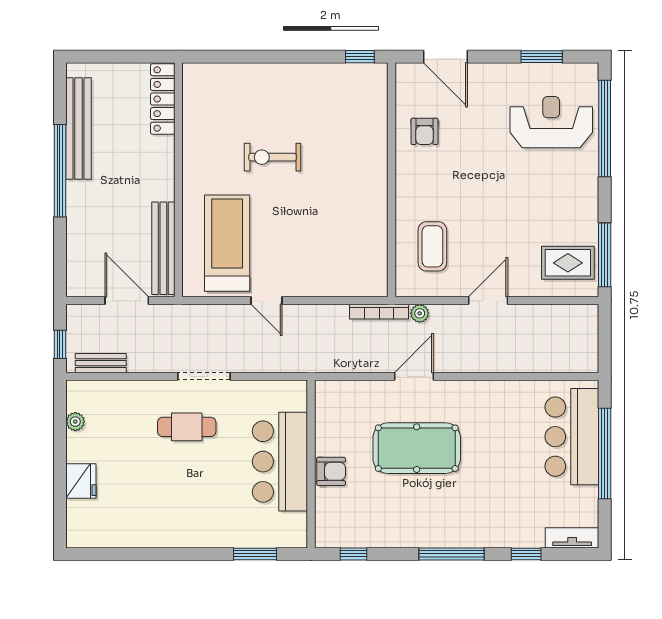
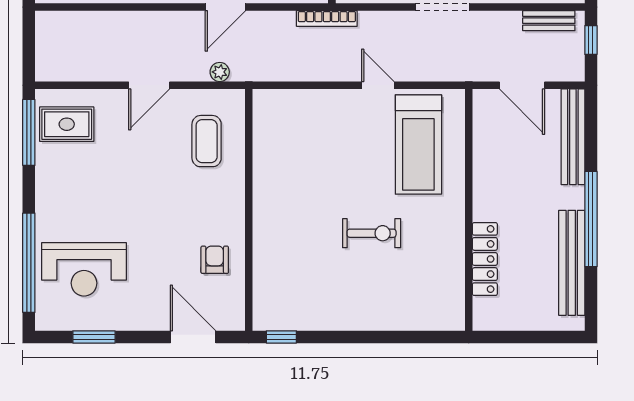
locker: (163, 99) -> (485, 259), moved
bench: (163, 248) -> (573, 137), moved
bookcase: (379, 312) -> (327, 18), moved, turned 180

